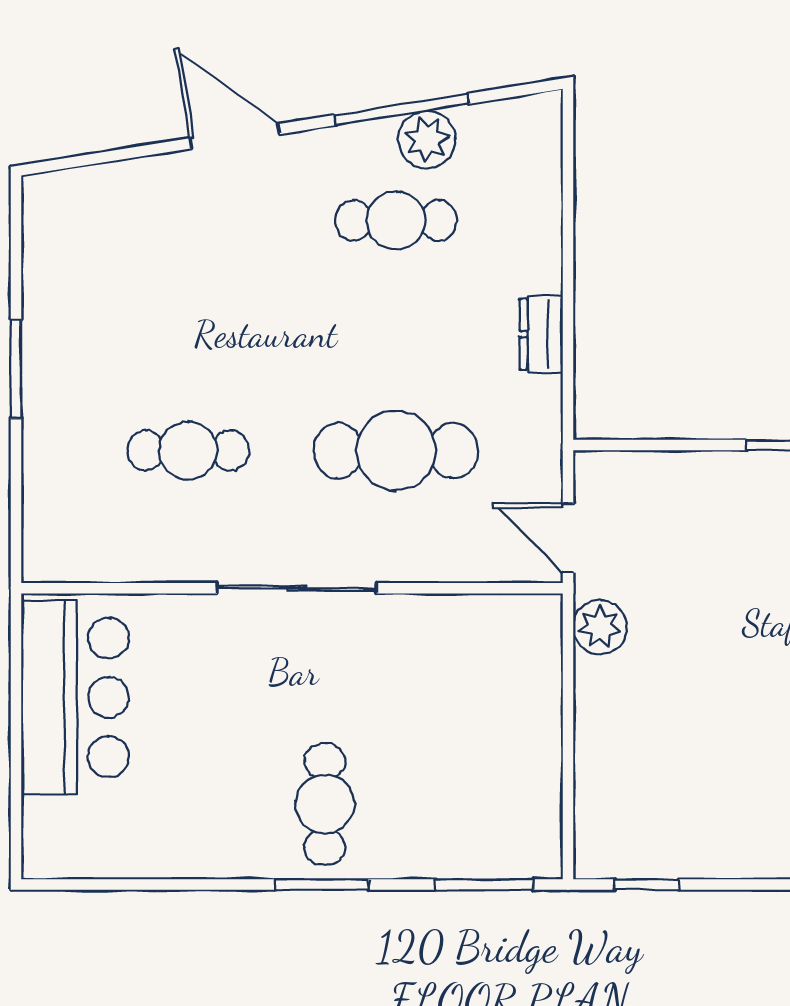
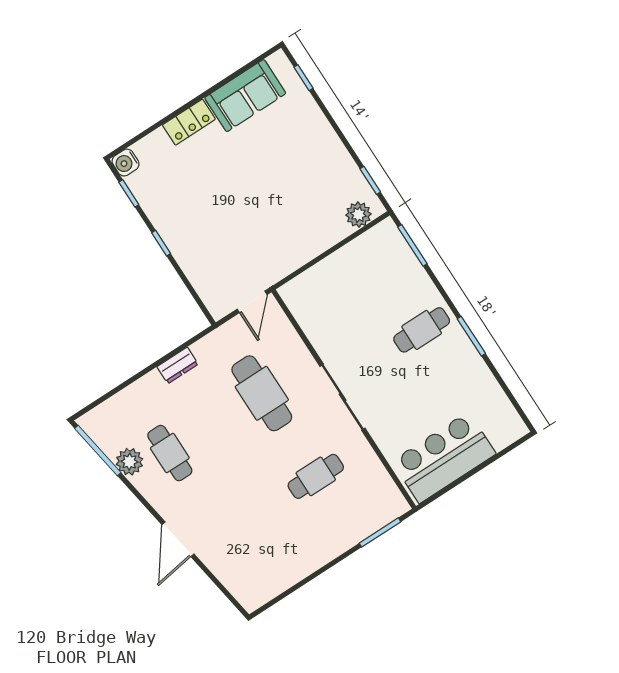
window: (401, 110) -> (98, 451), moved
window: (16, 369) -> (380, 532), moved
cafe table: (188, 451) -> (316, 476), turned 90
plant: (600, 627) -> (358, 215), moved
window: (322, 885) -> (471, 336), moved

